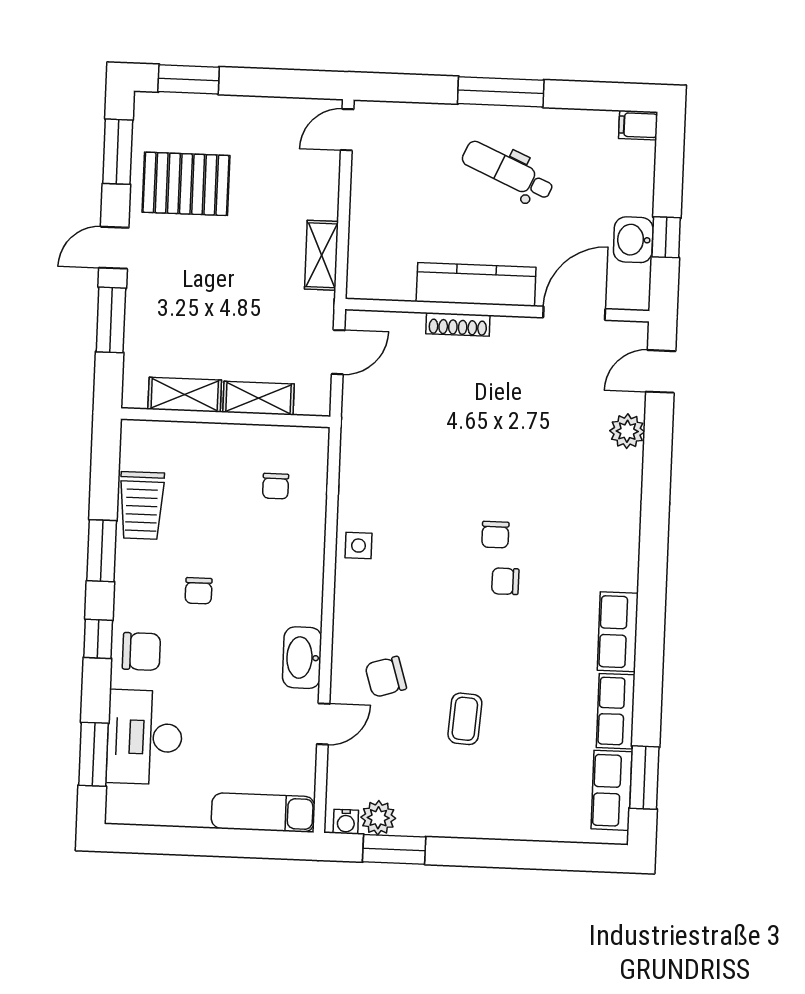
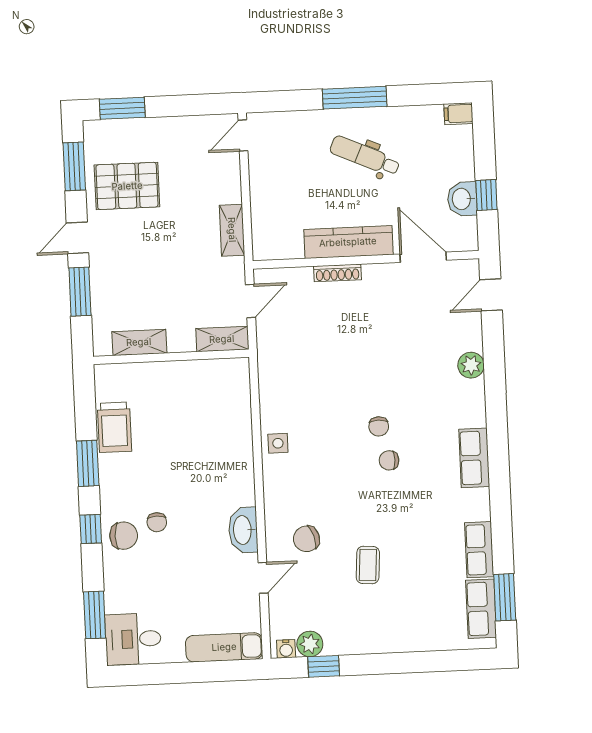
door: (574, 313) -> (423, 257), hinge flipped
shelving: (258, 398) -> (222, 339), moved
plant: (627, 431) -> (471, 365), moved
chair: (276, 486) -> (213, 404), removed
chair: (199, 591) -> (157, 522), moved
row of seats: (618, 632) -> (474, 458), moved
desk: (145, 737) -> (133, 639), moved, width x0.73
window: (394, 849) -> (324, 666), width x0.67

